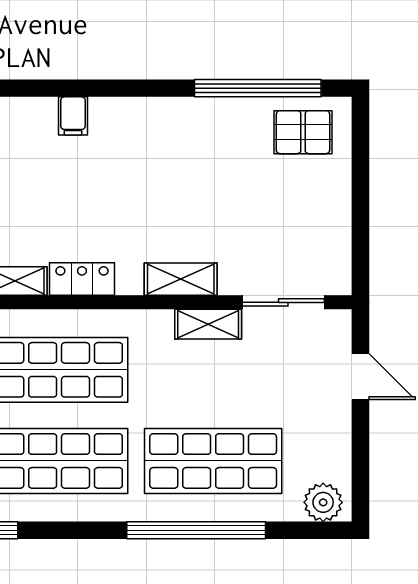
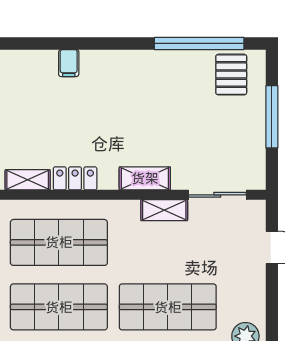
pallet: (303, 132) -> (231, 75), turned 90
window: (361, 192) -> (272, 117), added

